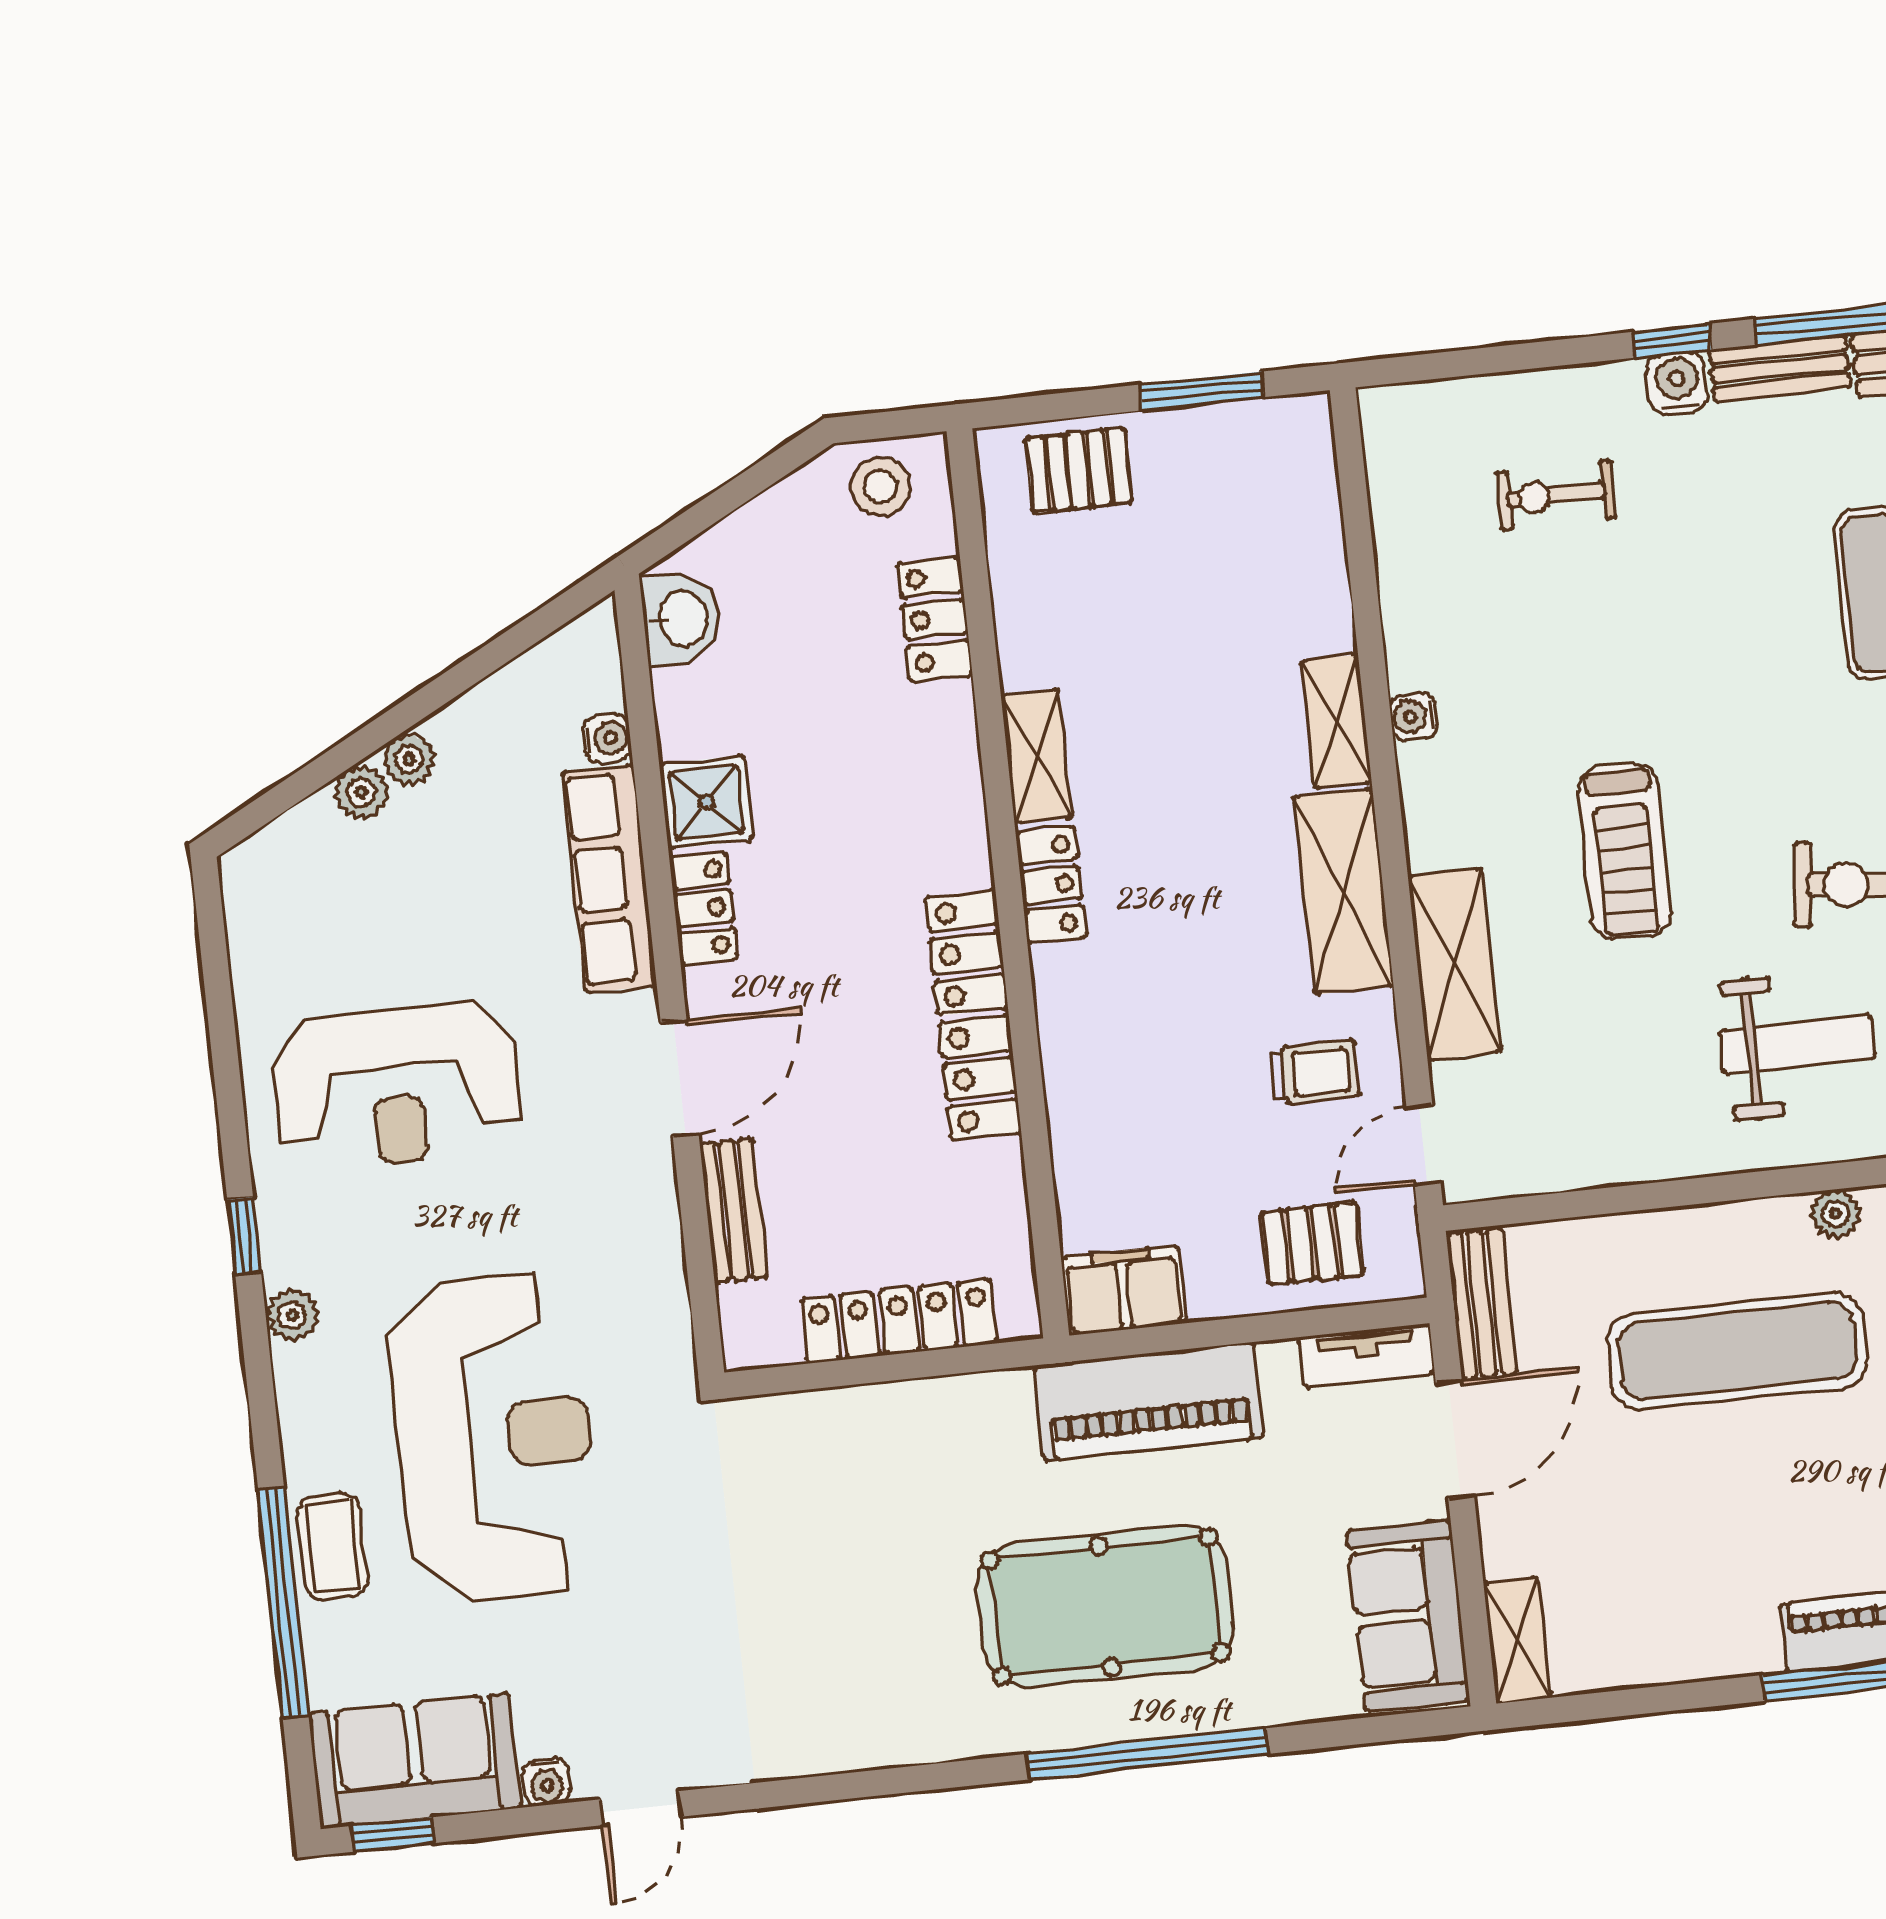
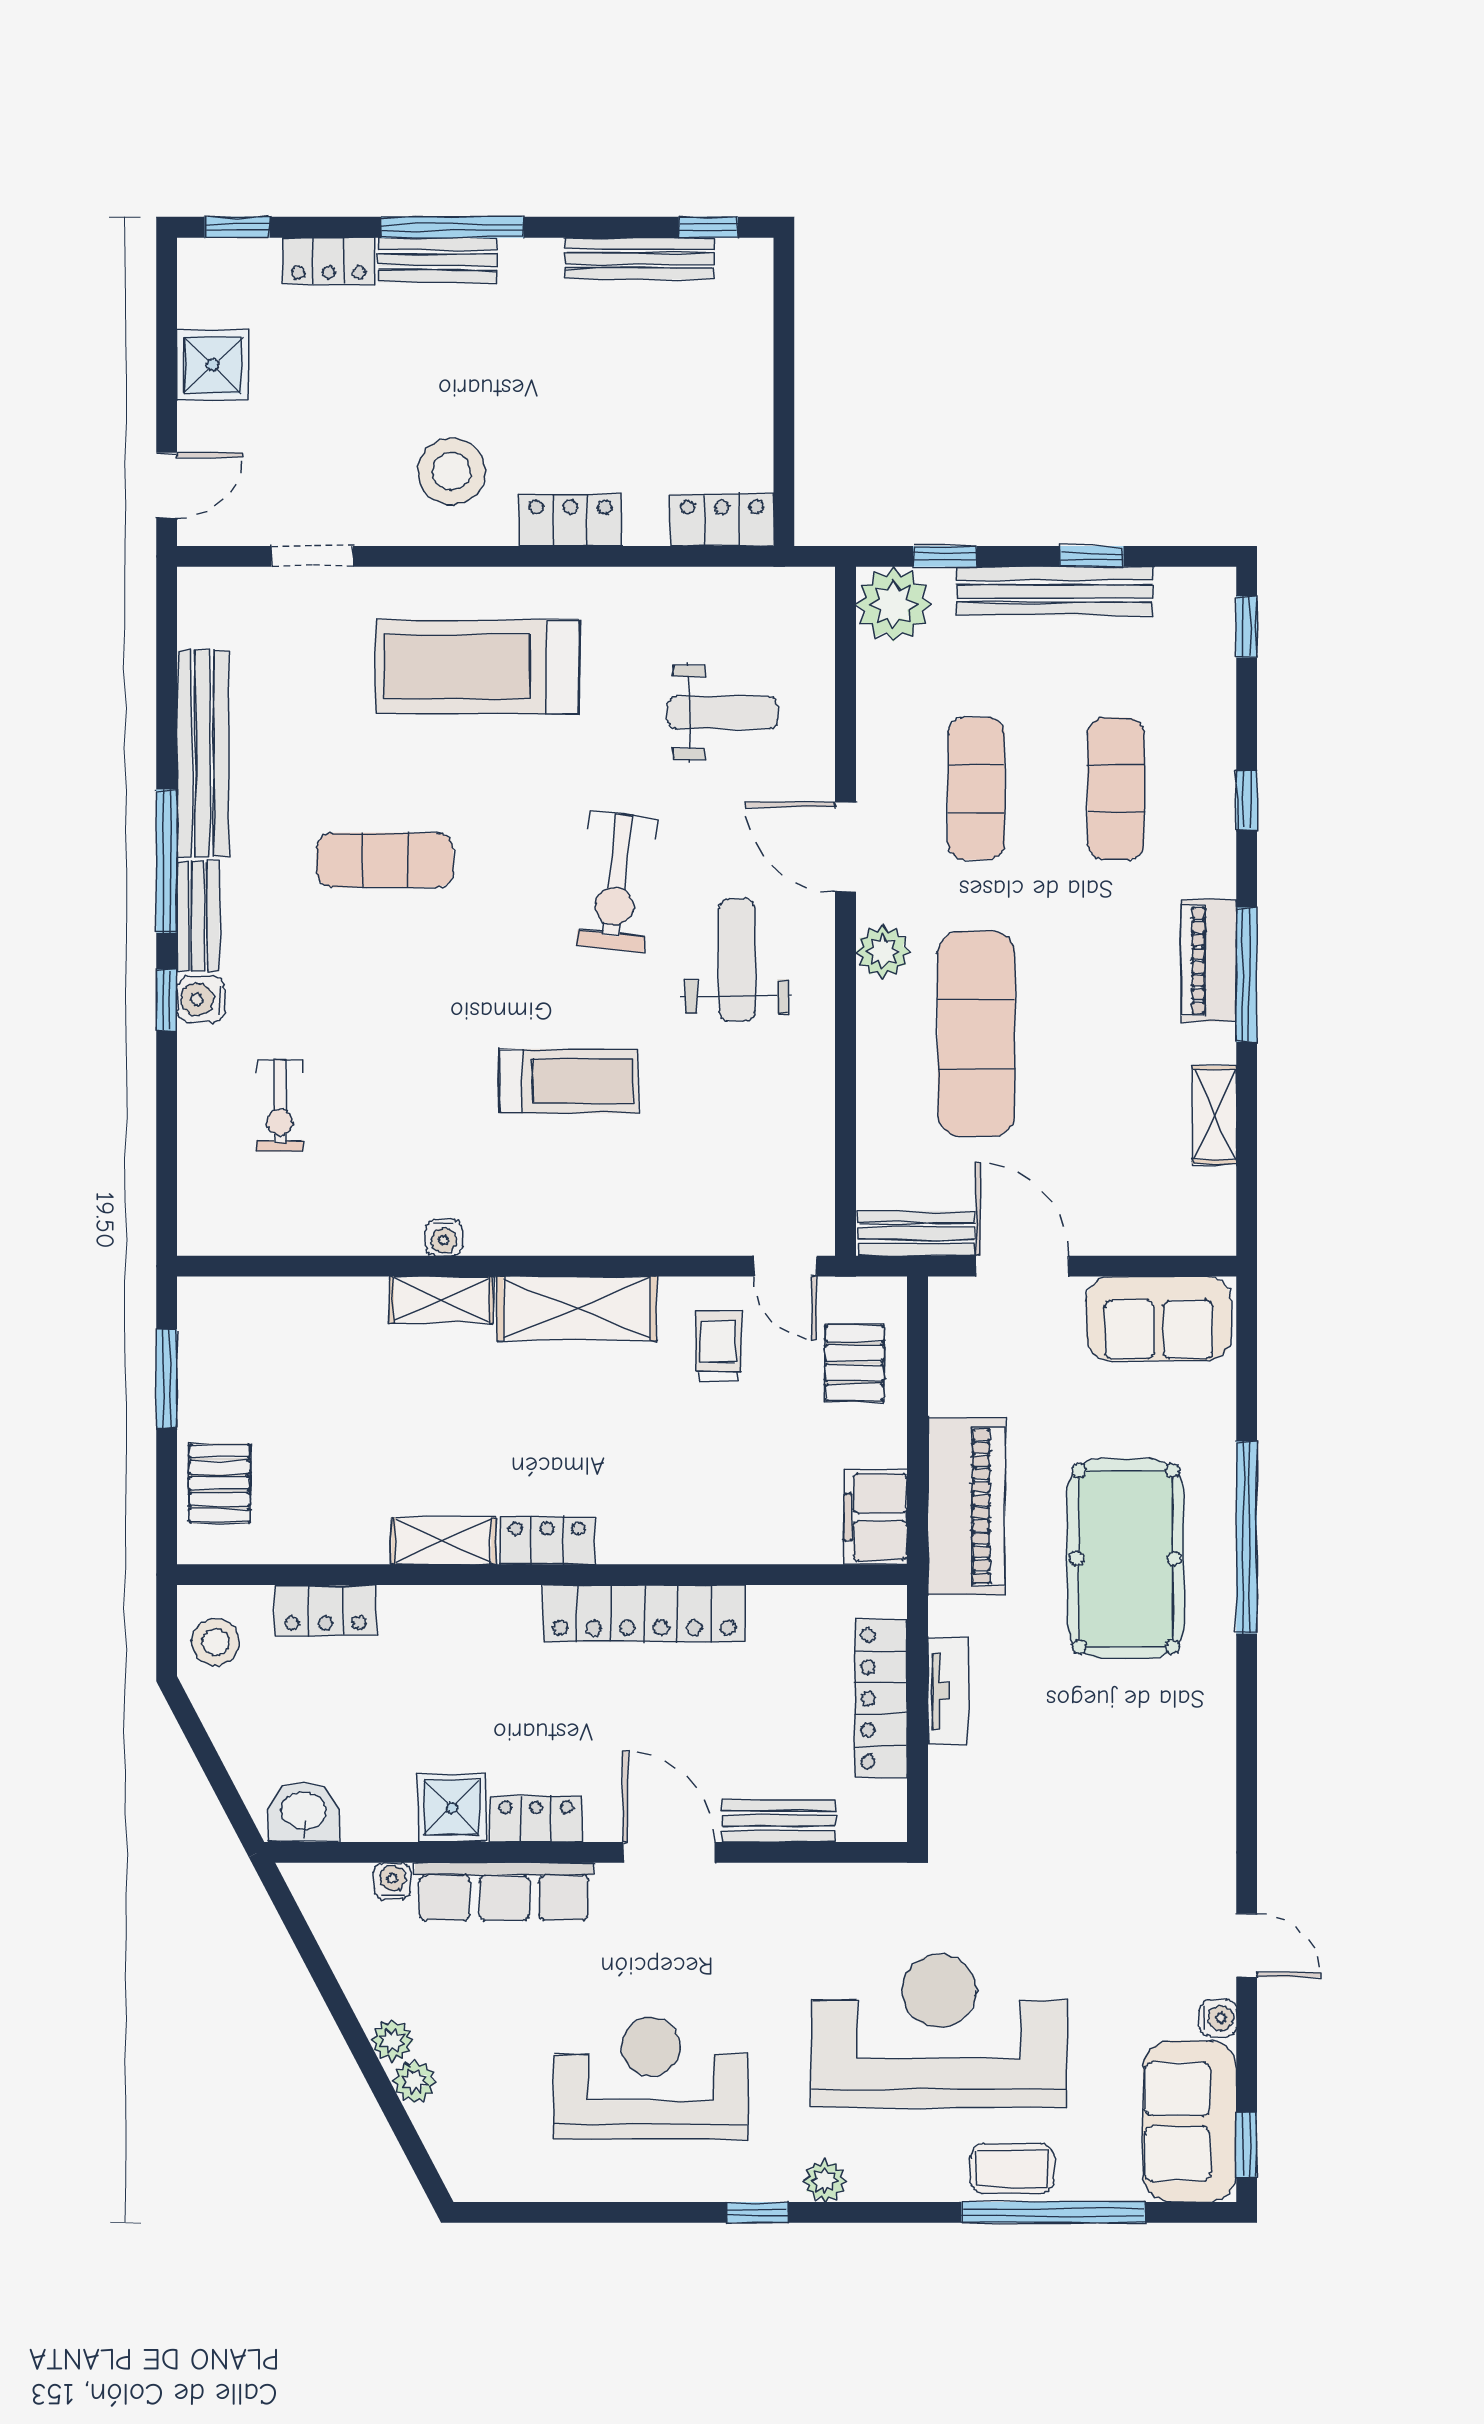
shelving: (1454, 964) -> (644, 1226), removed
reception desk: (396, 1085) -> (651, 2078), turned -90
plant: (1835, 1214) -> (883, 951), width x1.38, depth x1.38
tv unit: (1366, 1355) -> (948, 1691), moved
shelving: (1517, 1640) -> (1214, 1115), moved, turned 90

